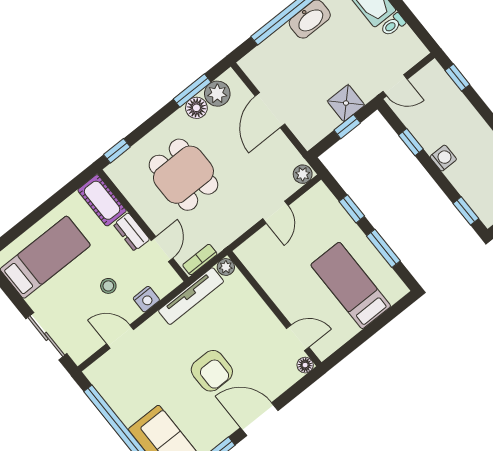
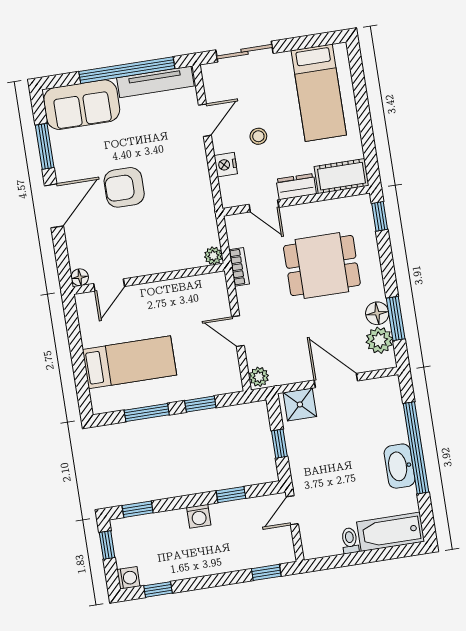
shower: (346, 103) -> (300, 404), moved
bookcase: (200, 260) -> (239, 267), moved
tv unit: (191, 296) -> (155, 82), moved, turned -90

